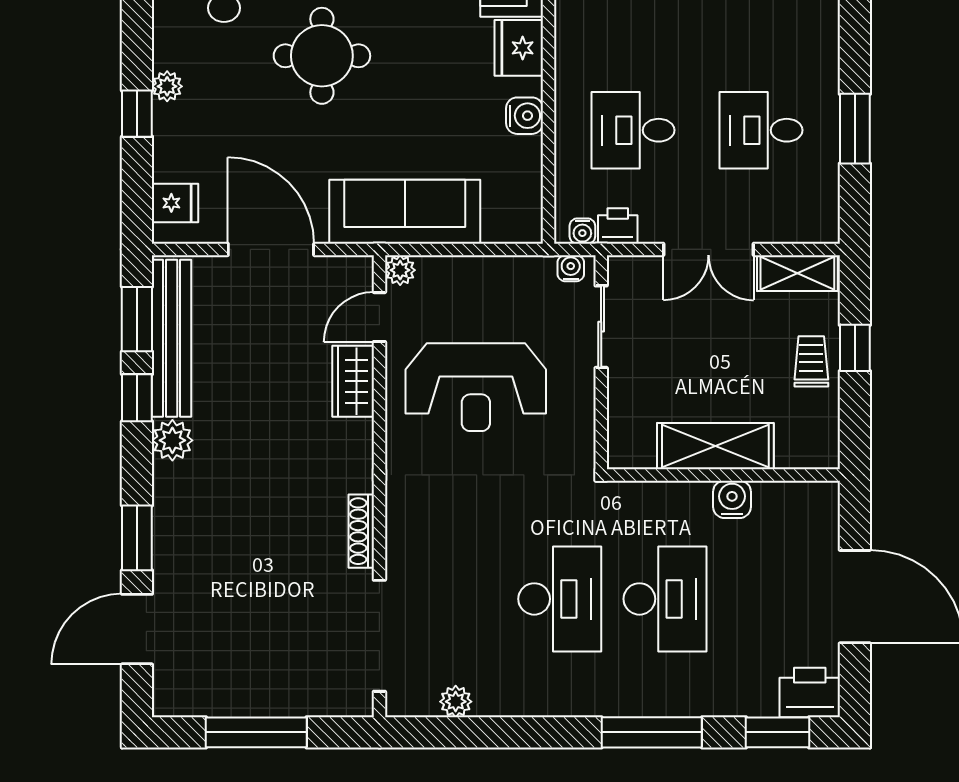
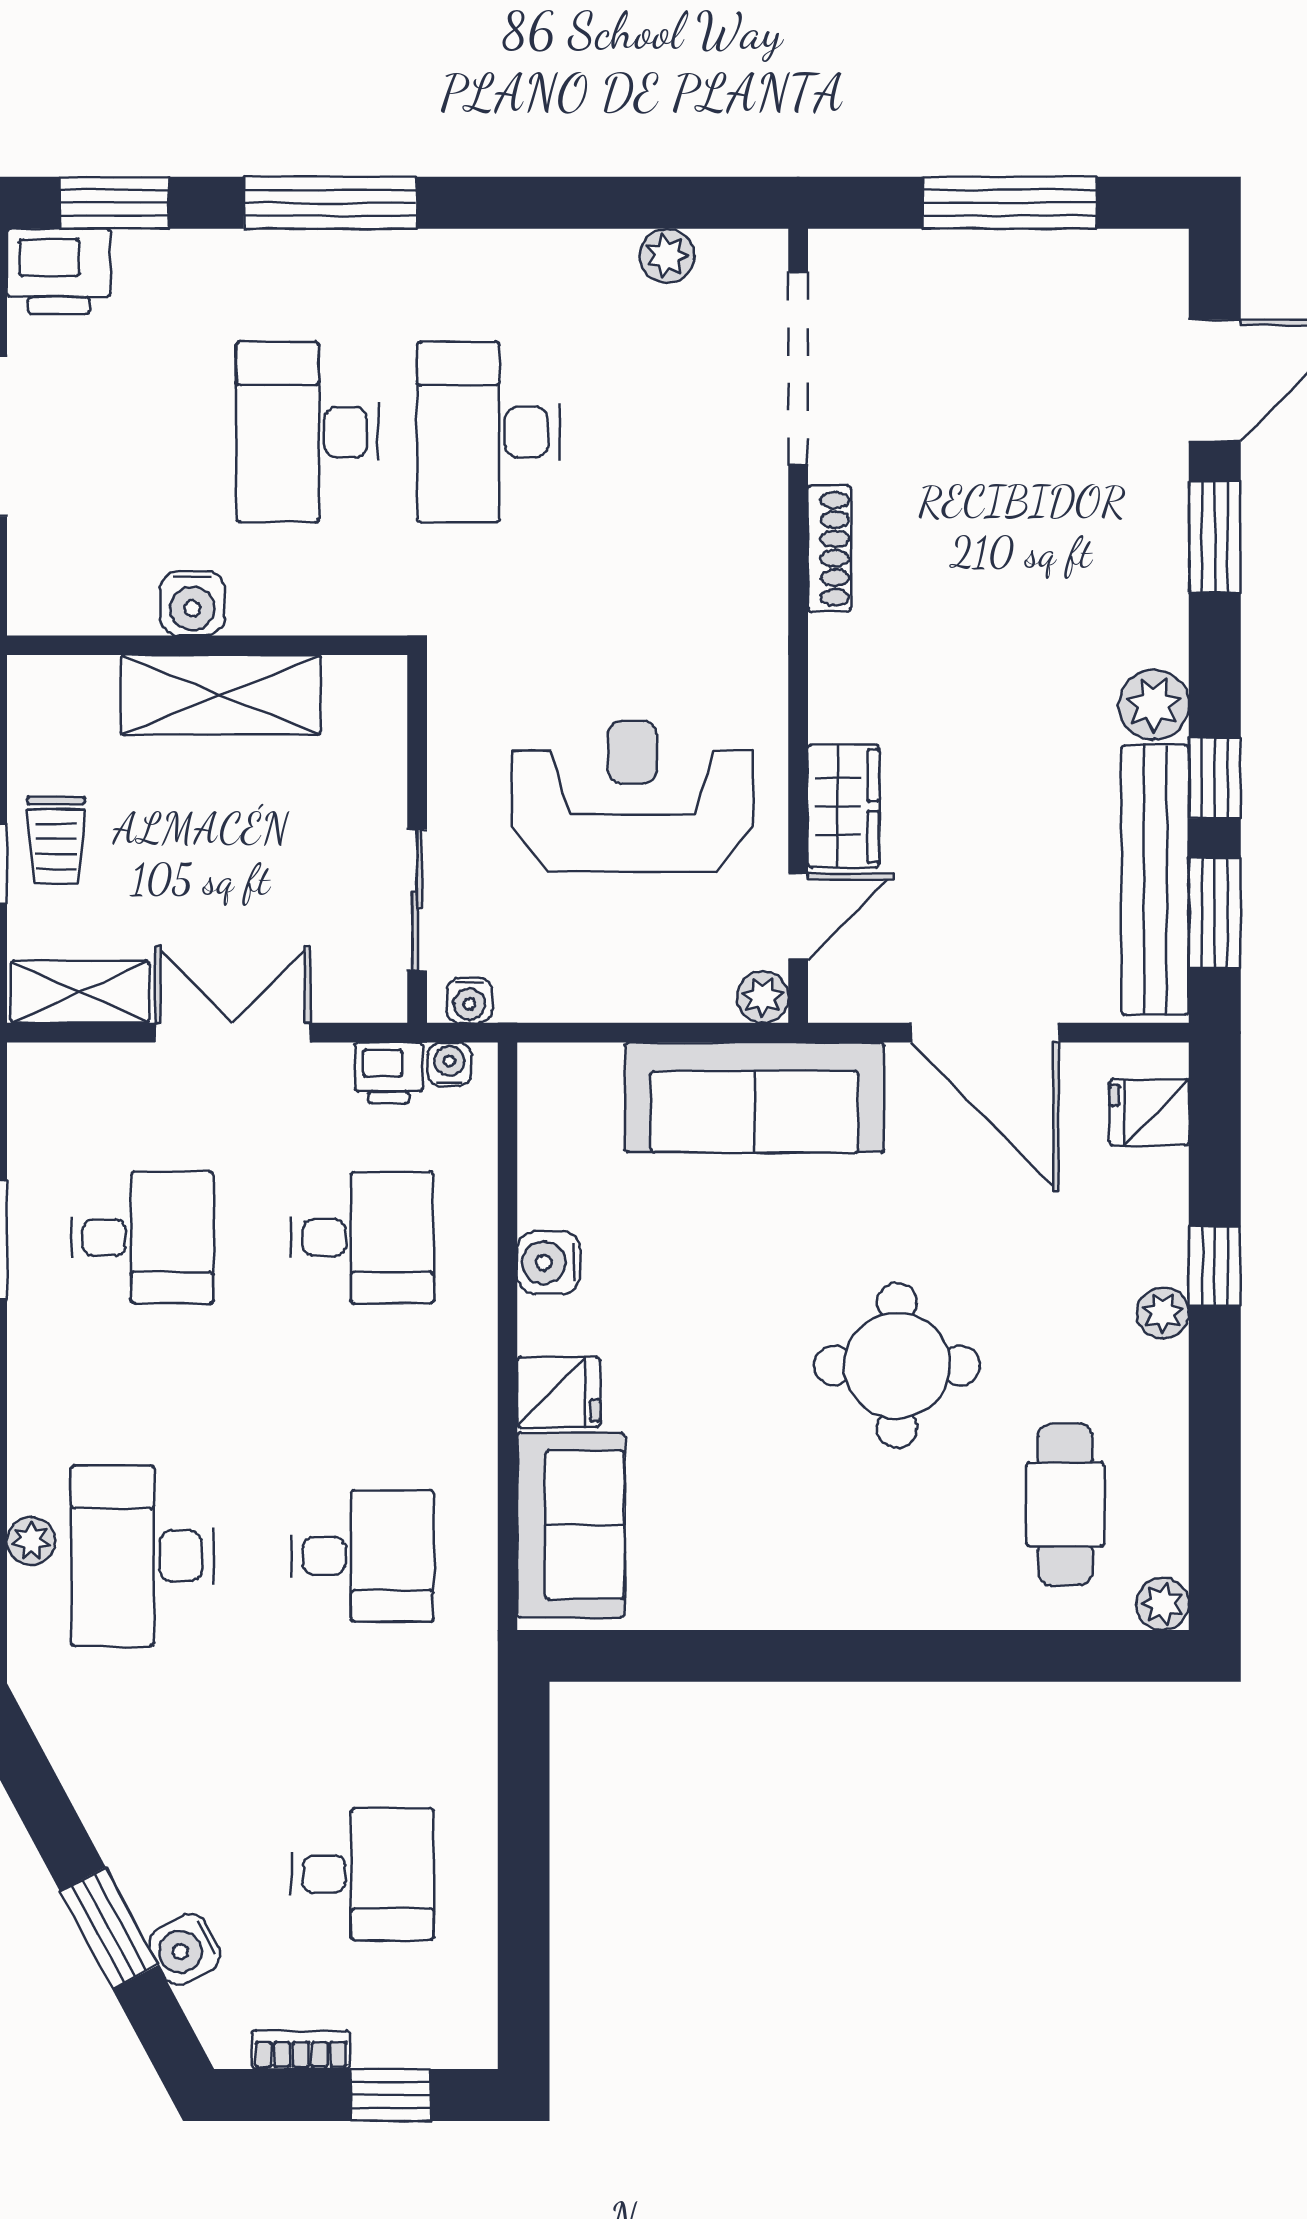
fridge: (519, 48) -> (559, 1392), width x0.72

